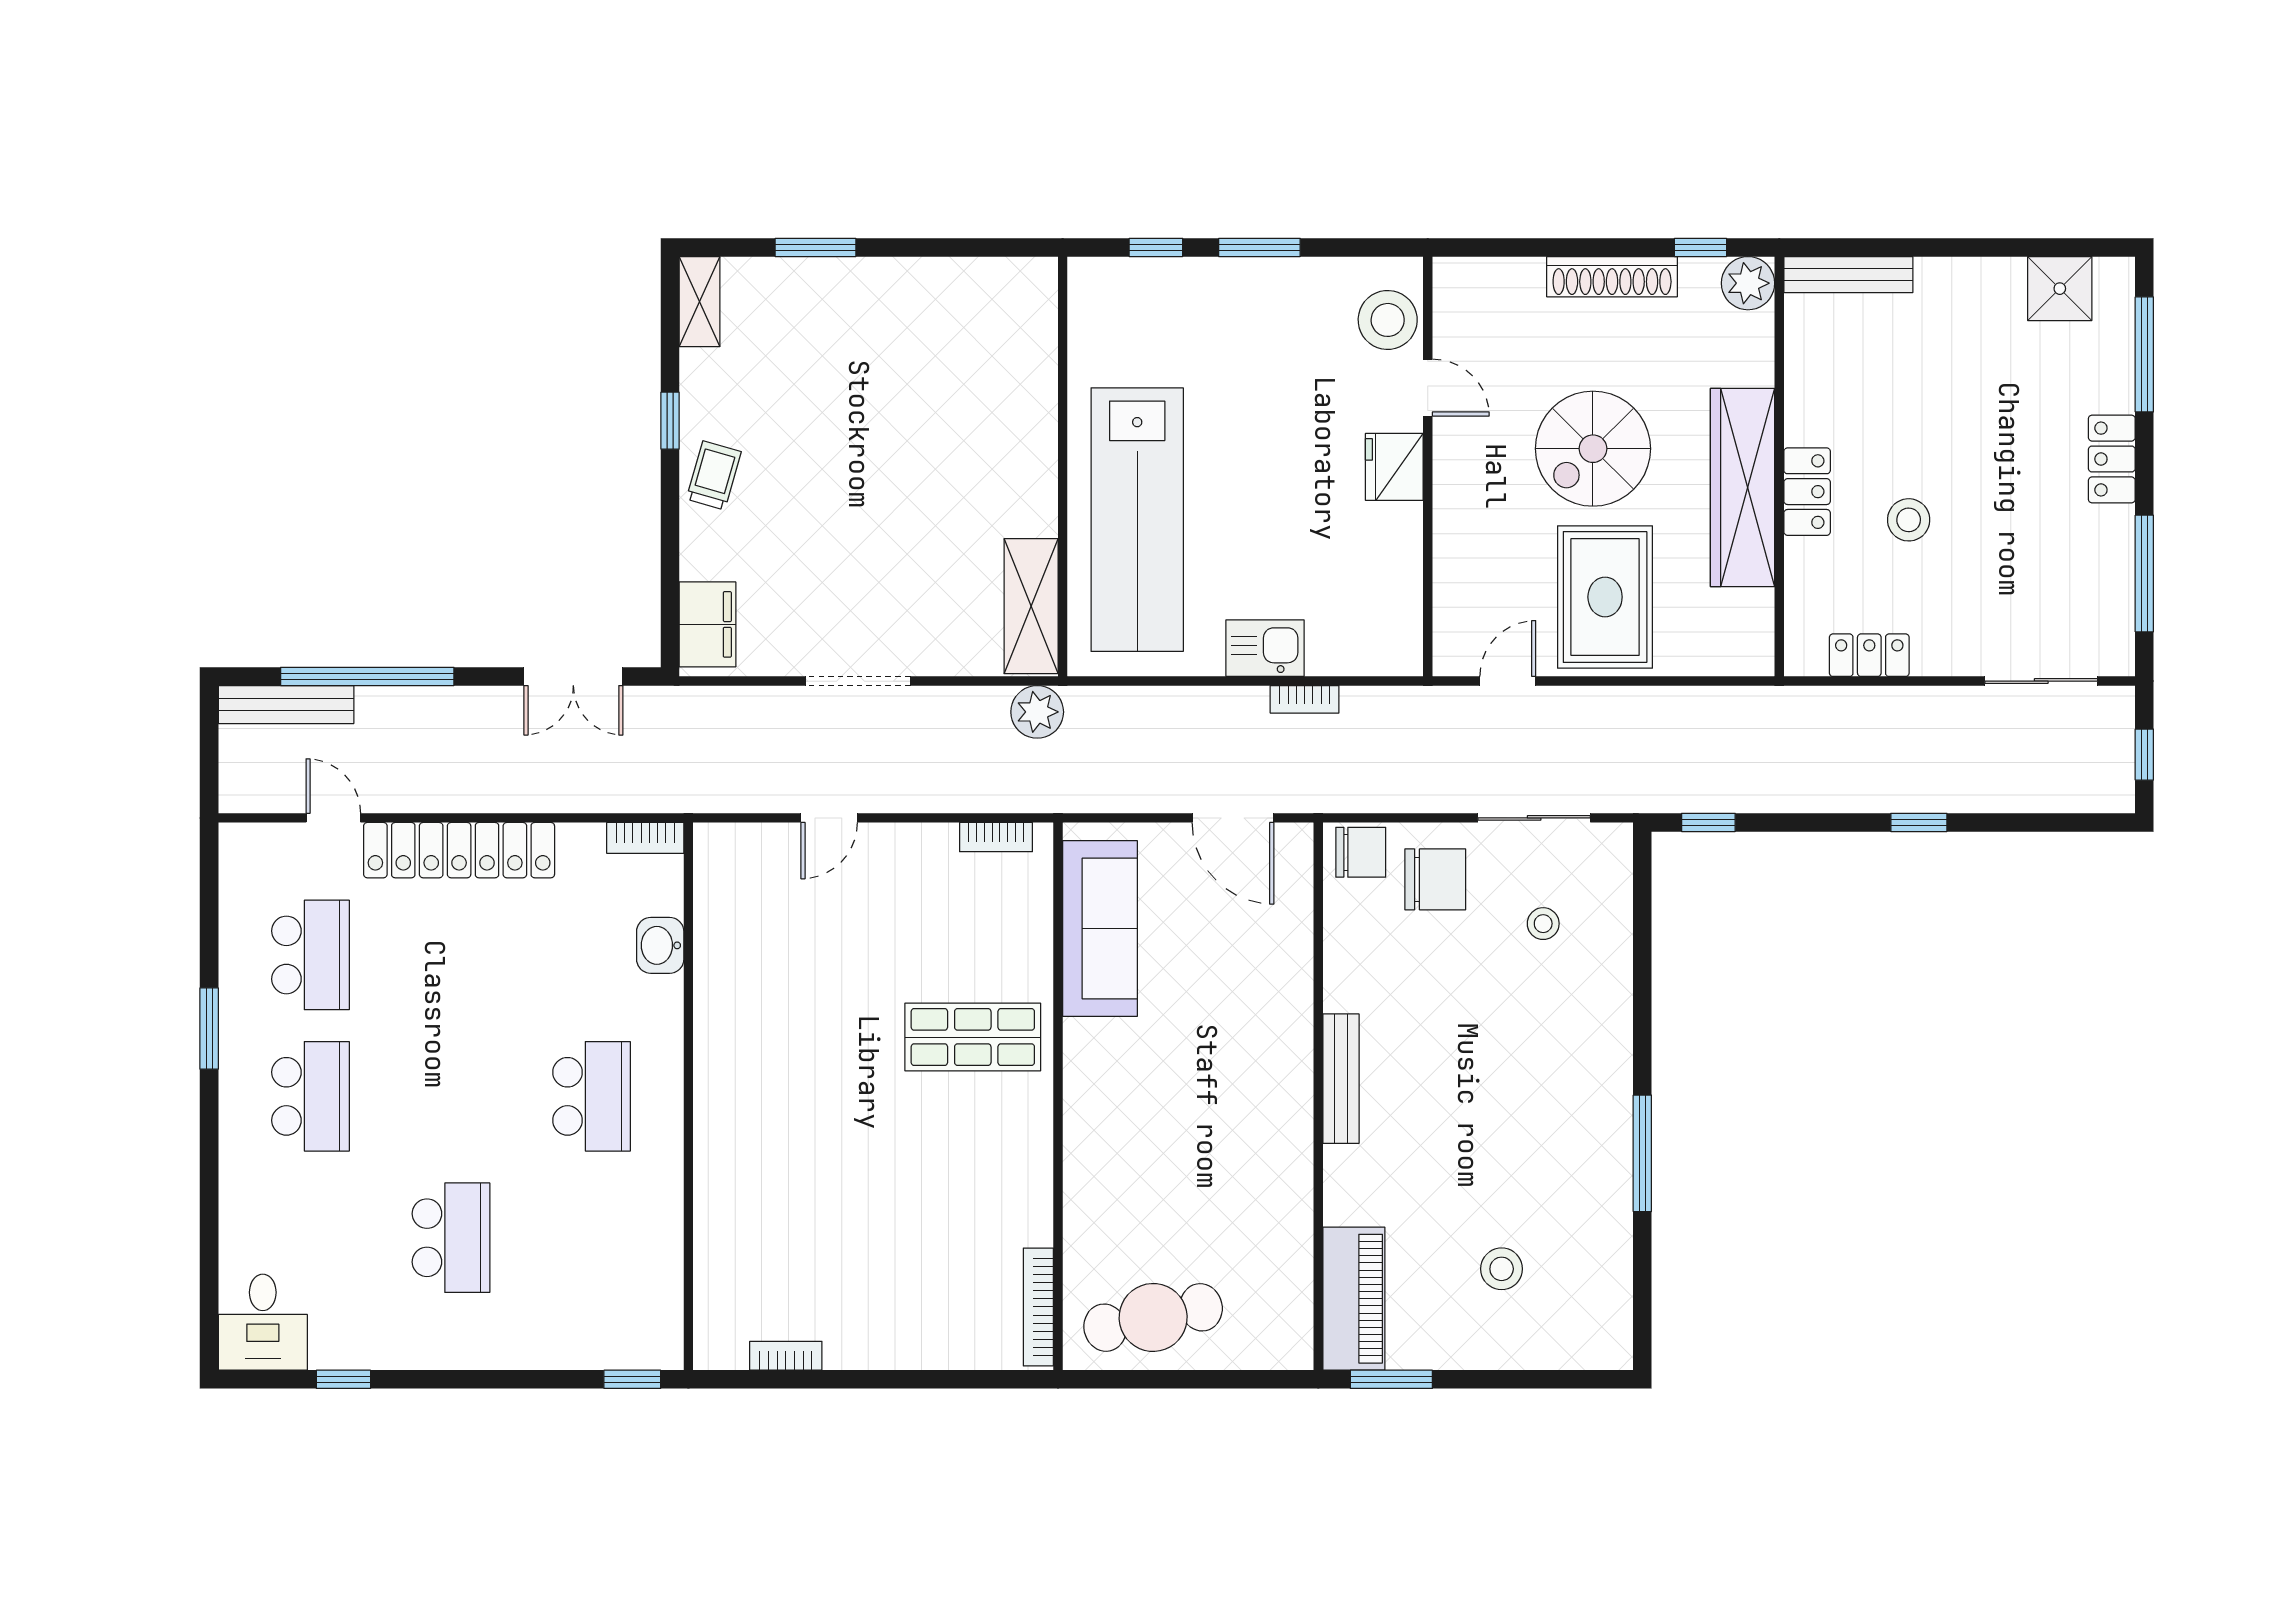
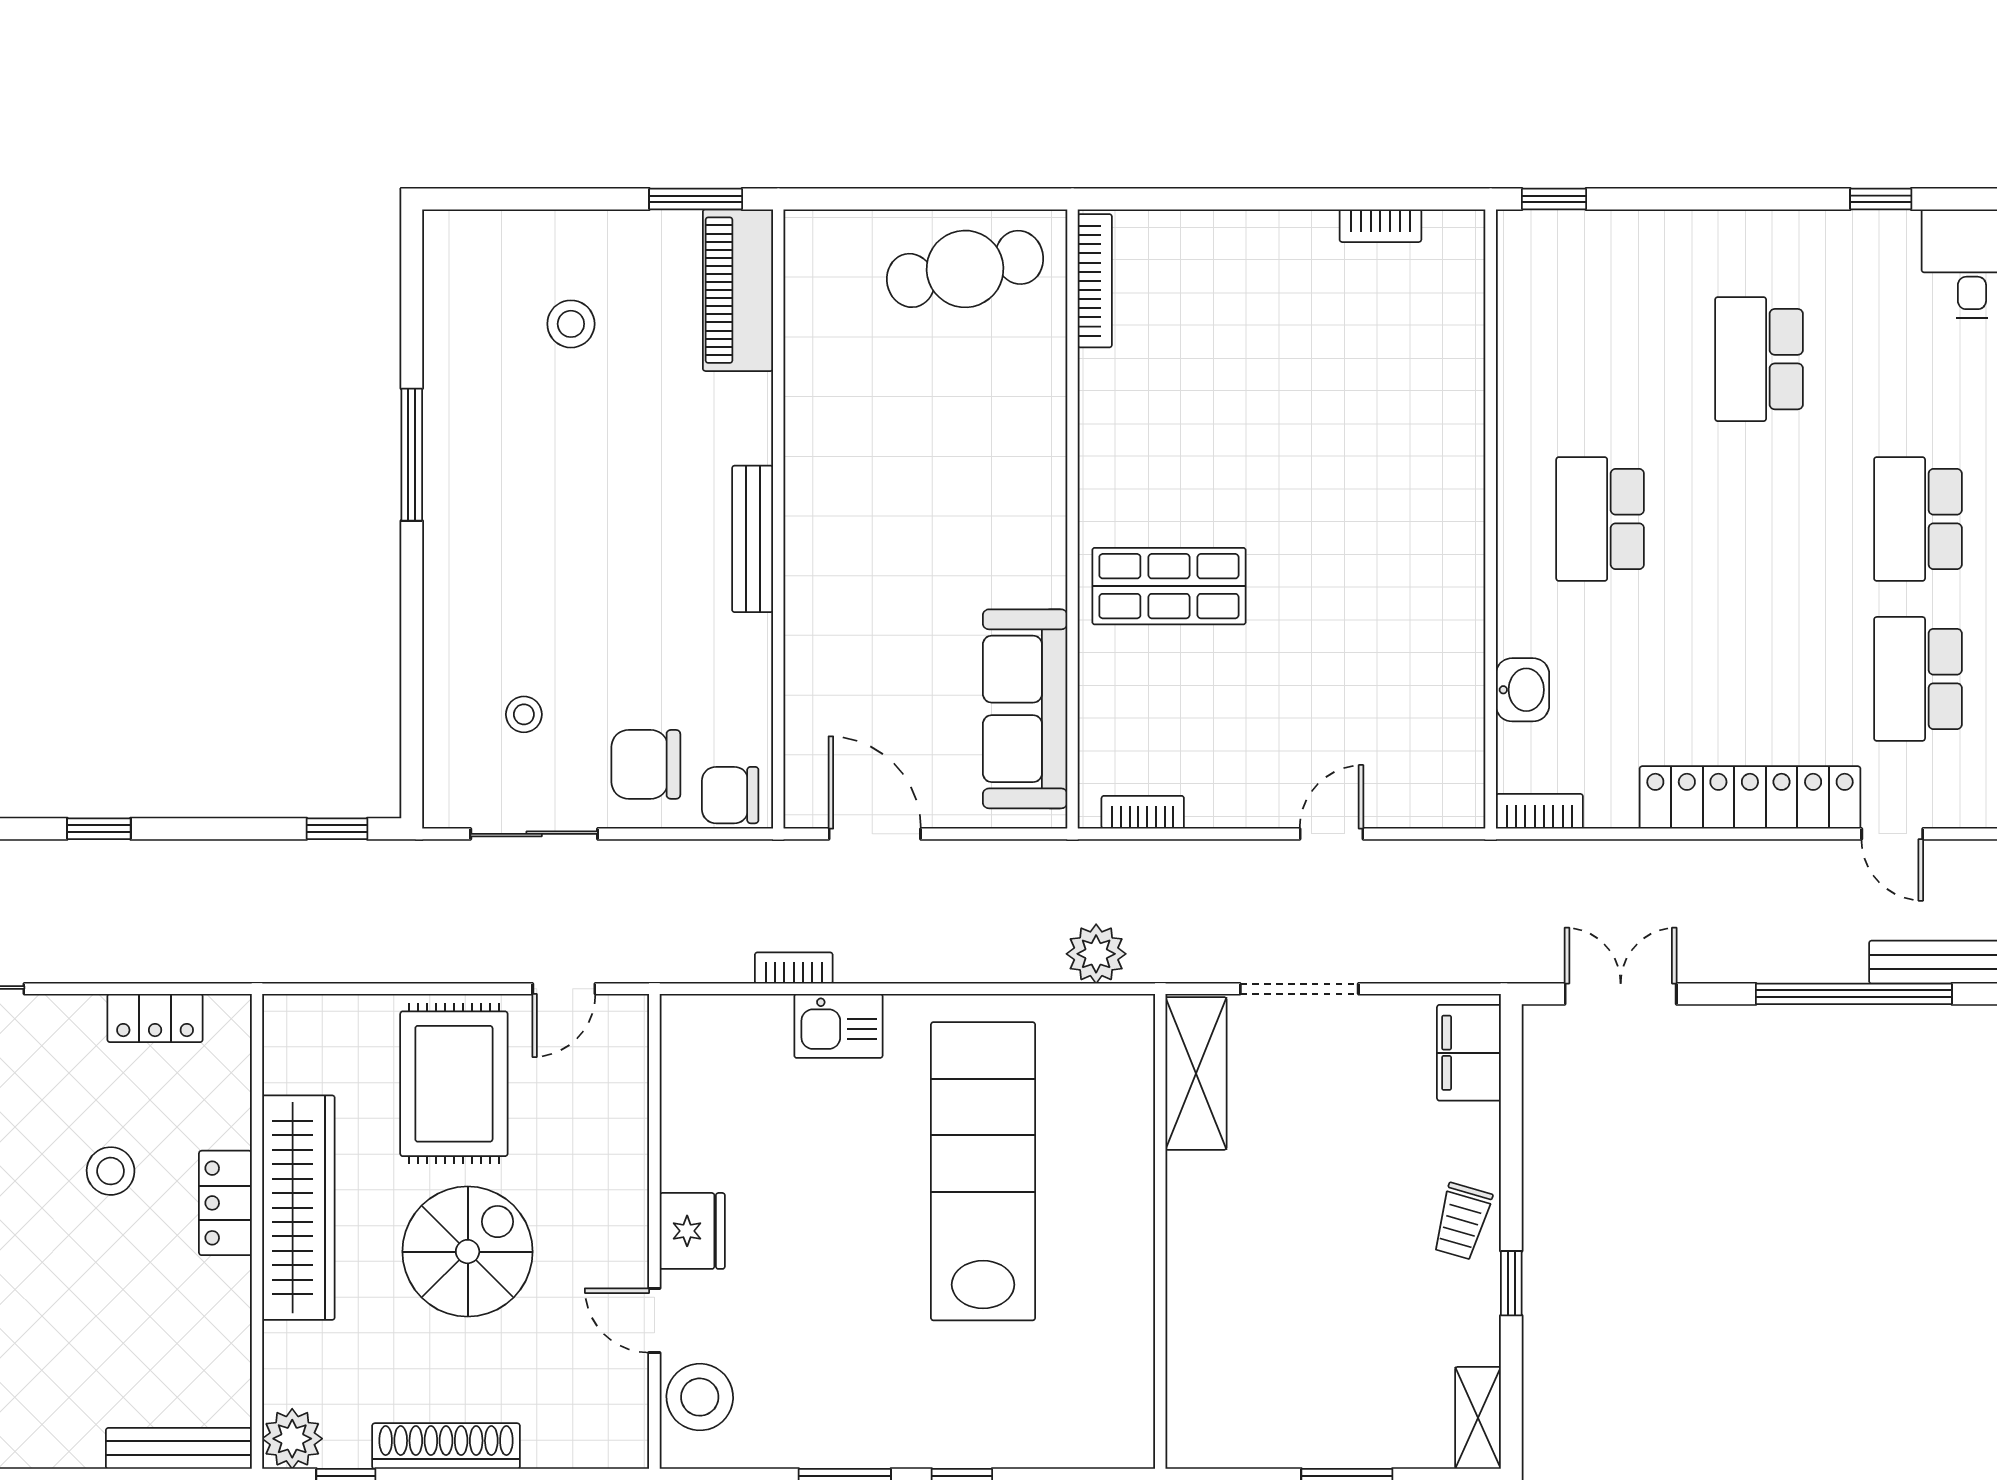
wall: (1063, 466) -> (1160, 1231), moved
shelving: (1031, 606) -> (1196, 1073), moved

